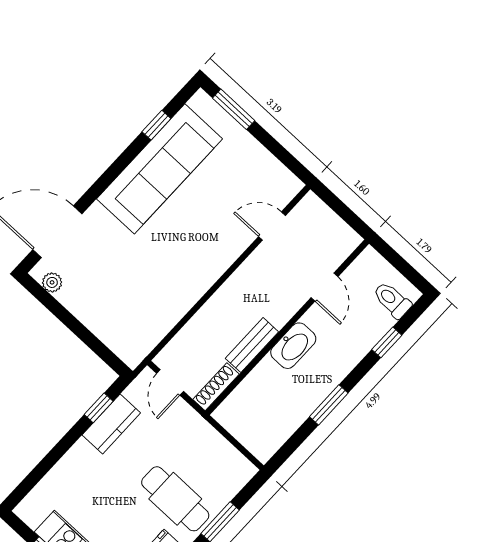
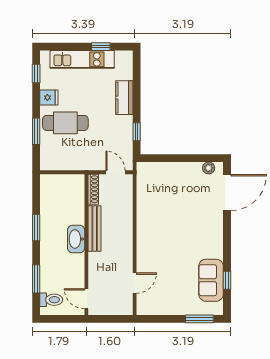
sofa: (160, 169) -> (211, 280), width x0.54, depth x0.79
door: (324, 287) -> (86, 299), moved
window: (387, 342) -> (36, 279), width x1.50
bench: (252, 345) -> (95, 228), width x1.36
kitchen counter: (111, 424) -> (124, 98), moved

